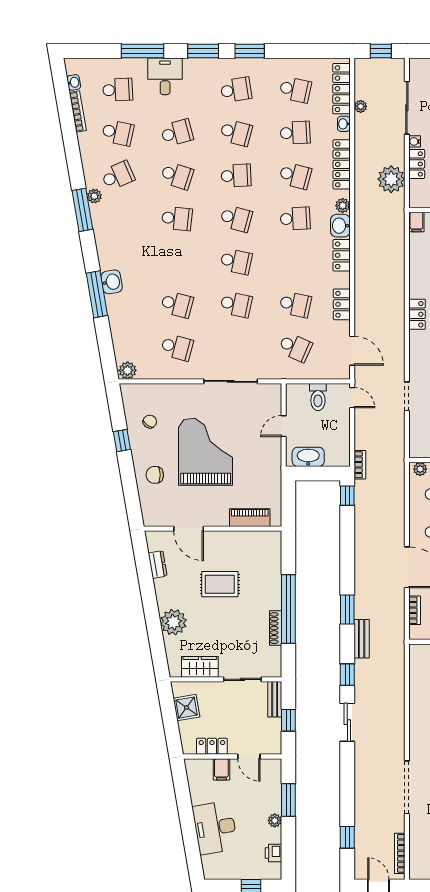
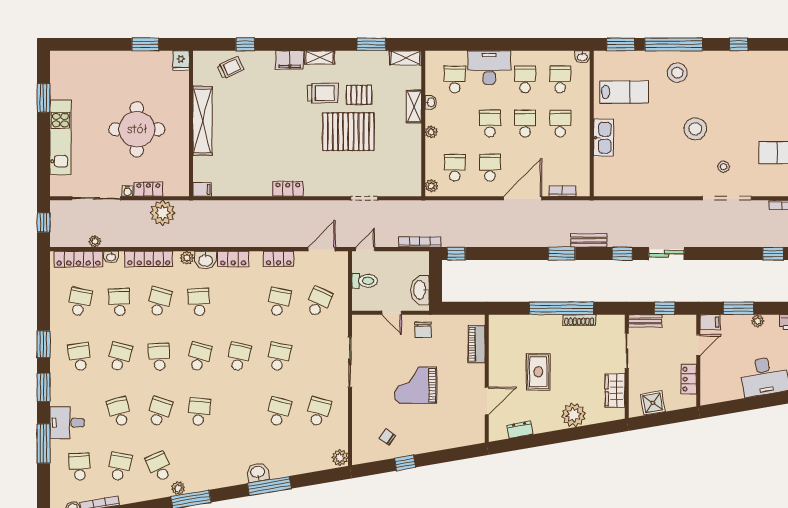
grand piano: (206, 452) -> (415, 385), width x0.73, depth x0.68
bookcase: (360, 465) -> (420, 242), width x1.56
chair: (155, 475) -> (423, 330), moved
filing cabinet: (221, 769) -> (710, 322), moved

